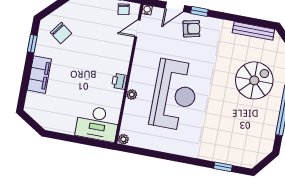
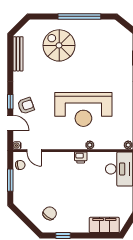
armchair: (191, 29) -> (26, 106), turned 82
filing cabinet: (39, 75) -> (104, 225), moved
reception desk: (175, 95) -> (83, 109), turned 180

